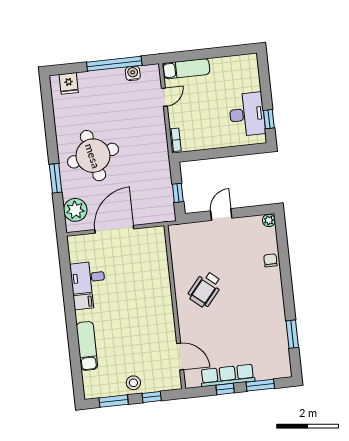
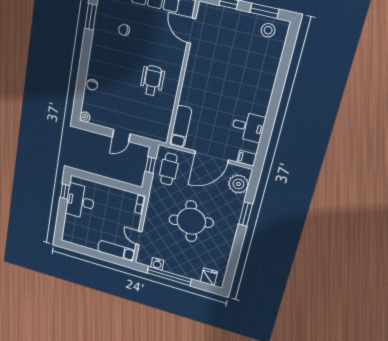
door: (164, 97) -> (139, 238), hinge flipped
round table: (93, 156) -> (191, 221), moved
cafe table: (156, 196) -> (169, 169), added
wheelchair: (205, 289) -> (152, 81), turned -40
filing cabinet: (83, 302) -> (247, 158), moved
chair: (252, 333) -> (124, 30), added
exam couch: (87, 346) -> (181, 126), moved, turned 180
stool: (133, 383) -> (268, 30), moved

